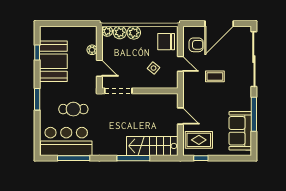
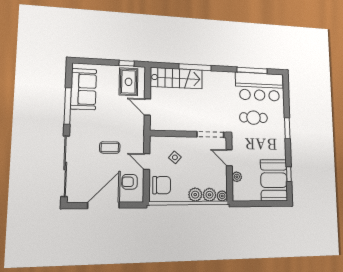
booth: (53, 61) -> (274, 180), moved
rug: (199, 140) -> (129, 82), turned 90

